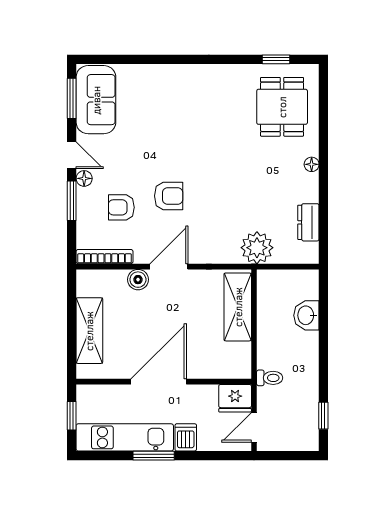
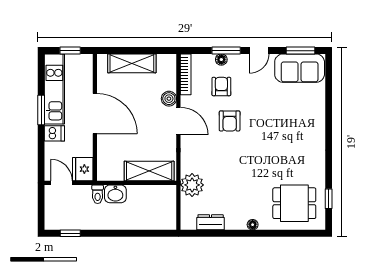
floor lamp: (84, 178) -> (221, 60), moved
washbasin: (306, 315) -> (115, 194), moved, turned 180

